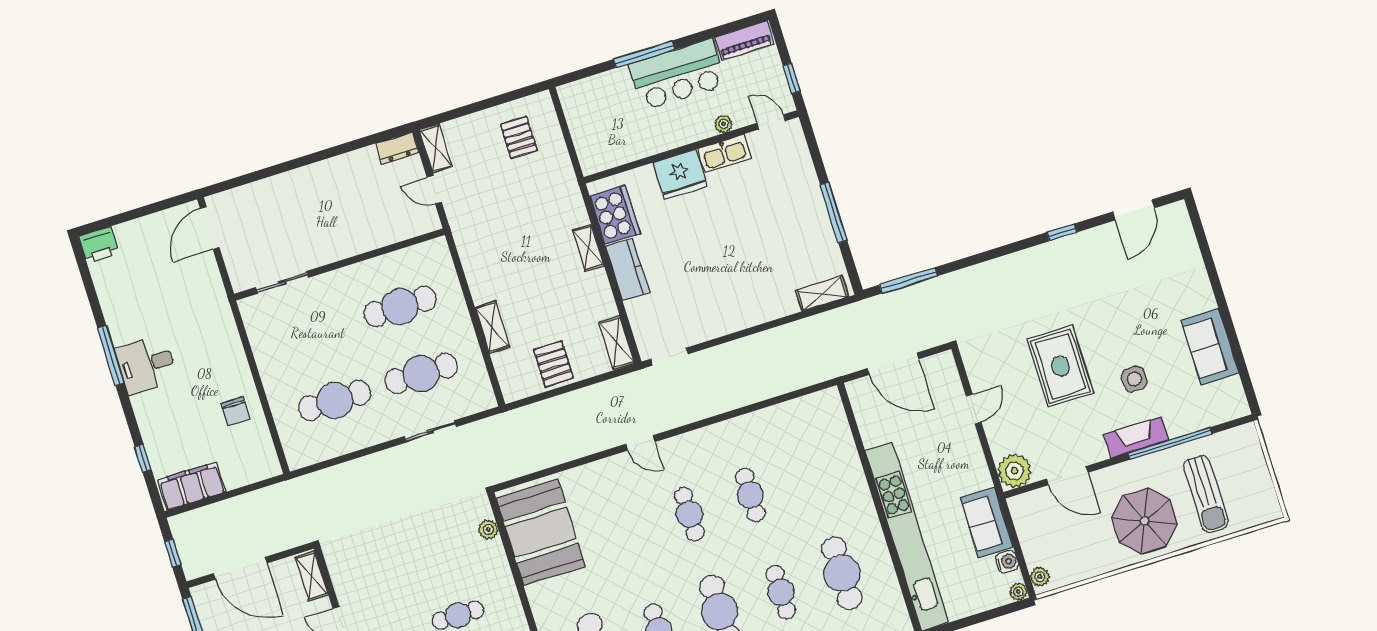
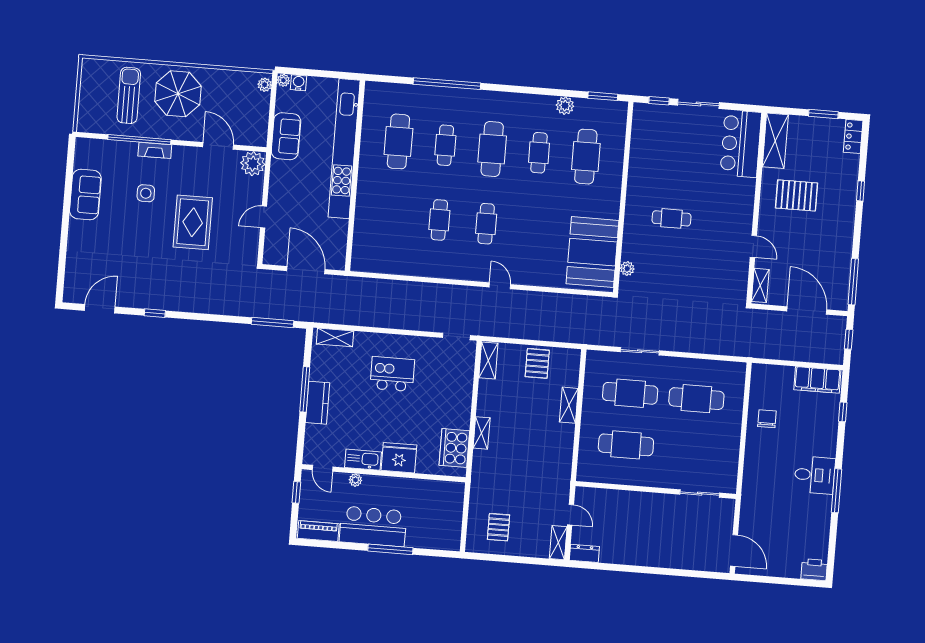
door: (210, 228) -> (734, 550), hinge flipped
kitchen counter: (627, 269) -> (318, 403), moved, turned 180
kitchen island: (731, 276) -> (392, 374), added
fireplace: (1136, 437) -> (155, 150), width x0.73, depth x0.76
water cooler: (1007, 562) -> (299, 83), moved, turned 90

